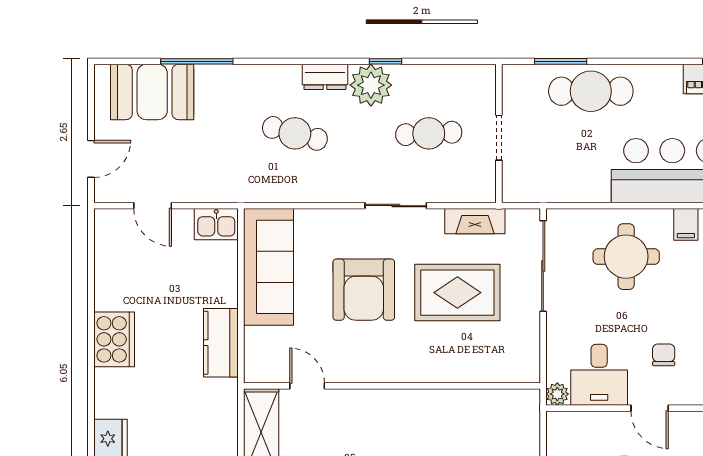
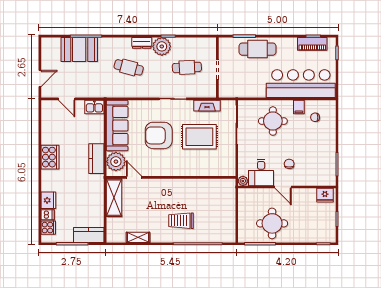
booth: (152, 92) -> (79, 49), moved
armchair: (364, 290) -> (159, 135), turned 90
plant: (266, 350) -> (116, 162), added

